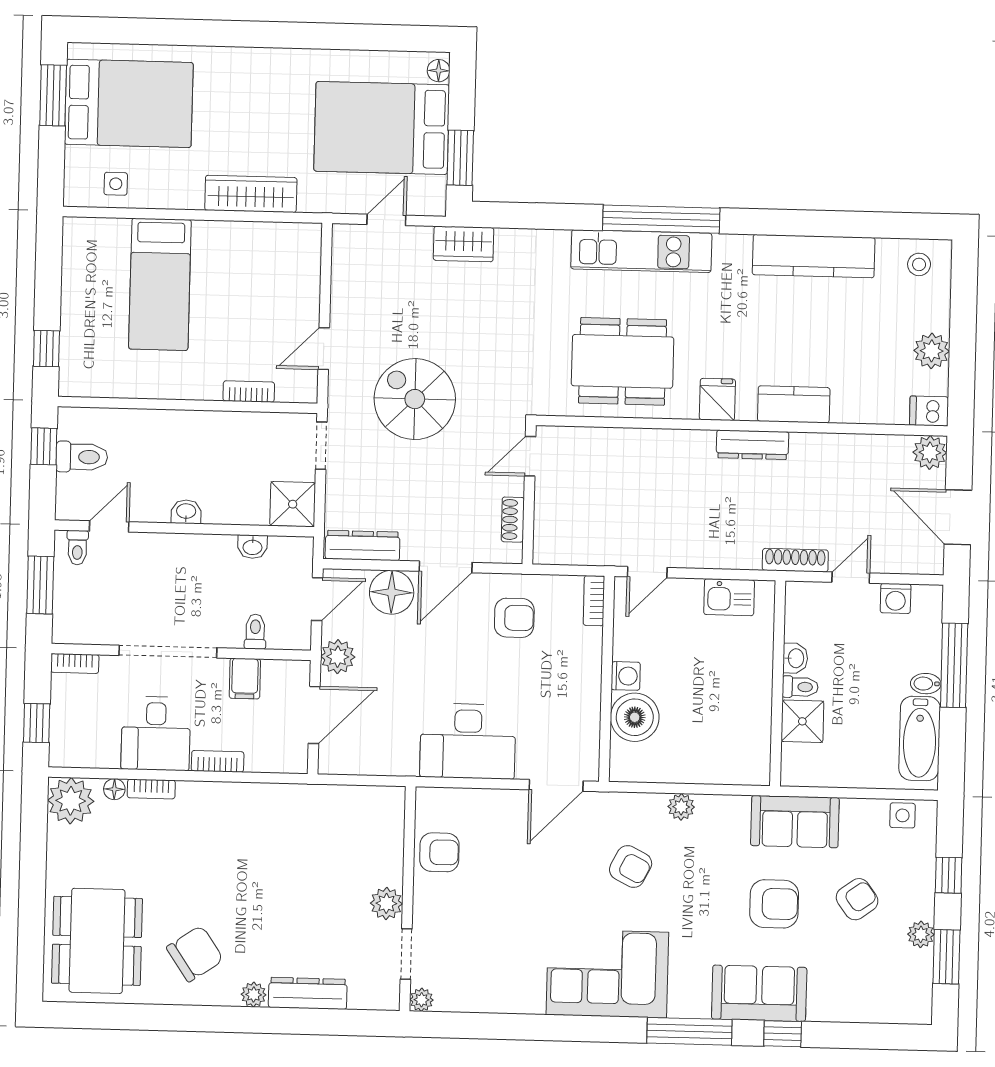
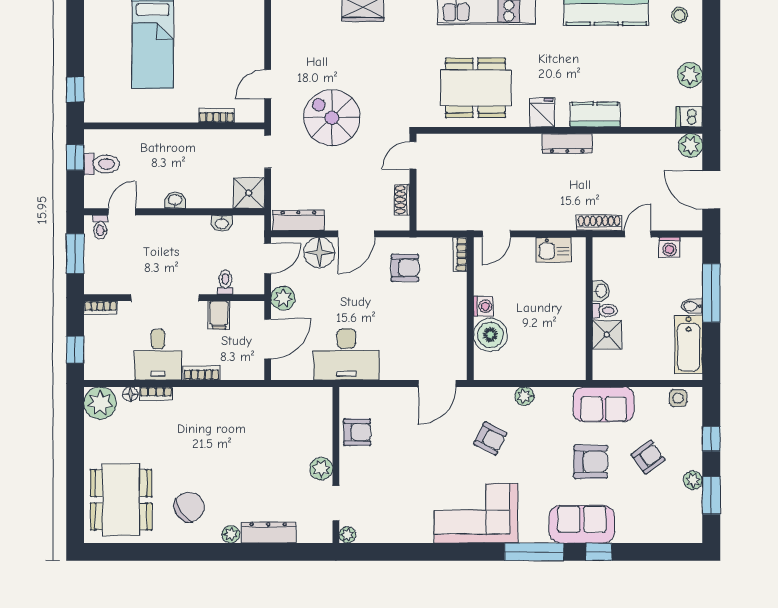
desk: (468, 741) -> (346, 354), moved

